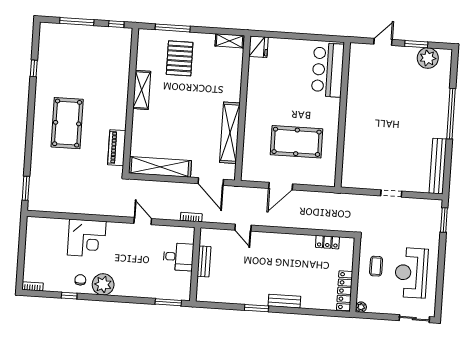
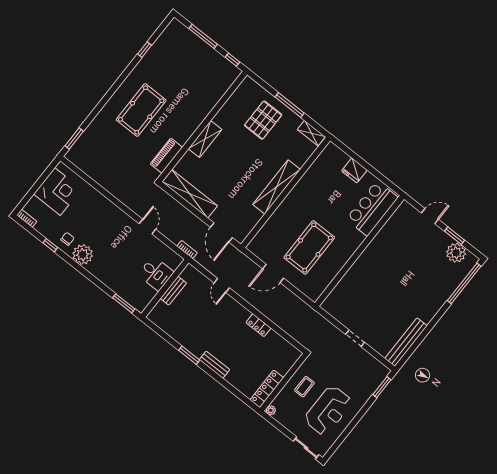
window: (173, 28) -> (290, 105), moved
fridge: (258, 47) -> (354, 170), moved, turned 90
shelving: (142, 90) -> (205, 139), moved
window: (451, 114) -> (464, 283), moved
shelving: (230, 133) -> (277, 187), moved
pool table: (297, 142) -> (309, 247), turned 90
corner desk: (87, 238) -> (57, 191), moved, turned -90
locker: (327, 242) -> (258, 325), moved
reception desk: (411, 273) -> (328, 411), turned 180

